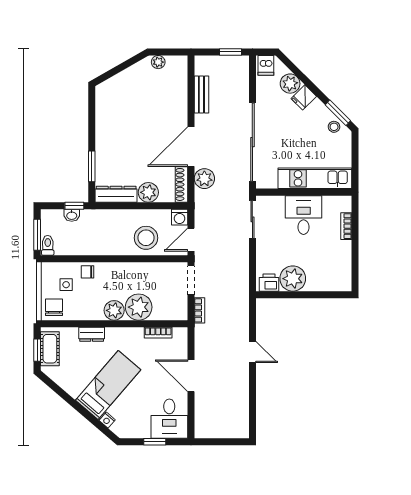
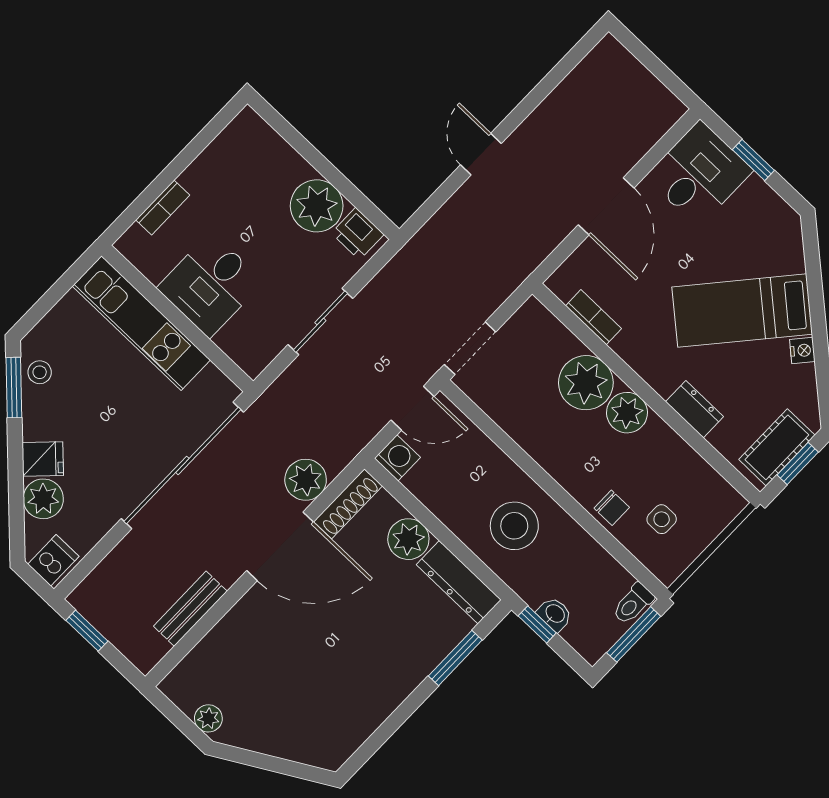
sliding door: (252, 219) -> (320, 322), moved
stool: (146, 238) -> (514, 526), moved
chair: (54, 307) -> (712, 503), removed
bookcase: (199, 310) -> (501, 291), removed
nightstand: (107, 420) -> (802, 350), moved

